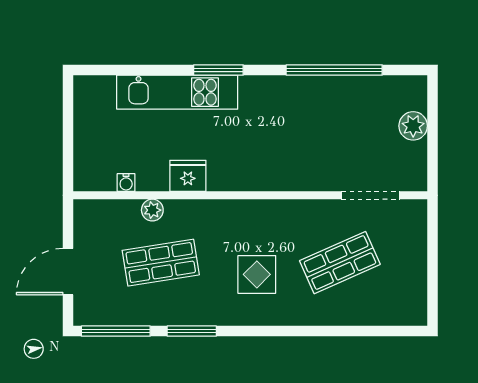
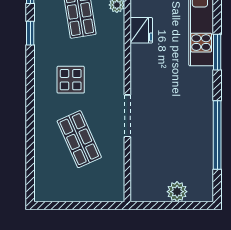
doorway: (371, 195) -> (127, 116), moved
window: (192, 331) -> (30, 33), width x0.67

